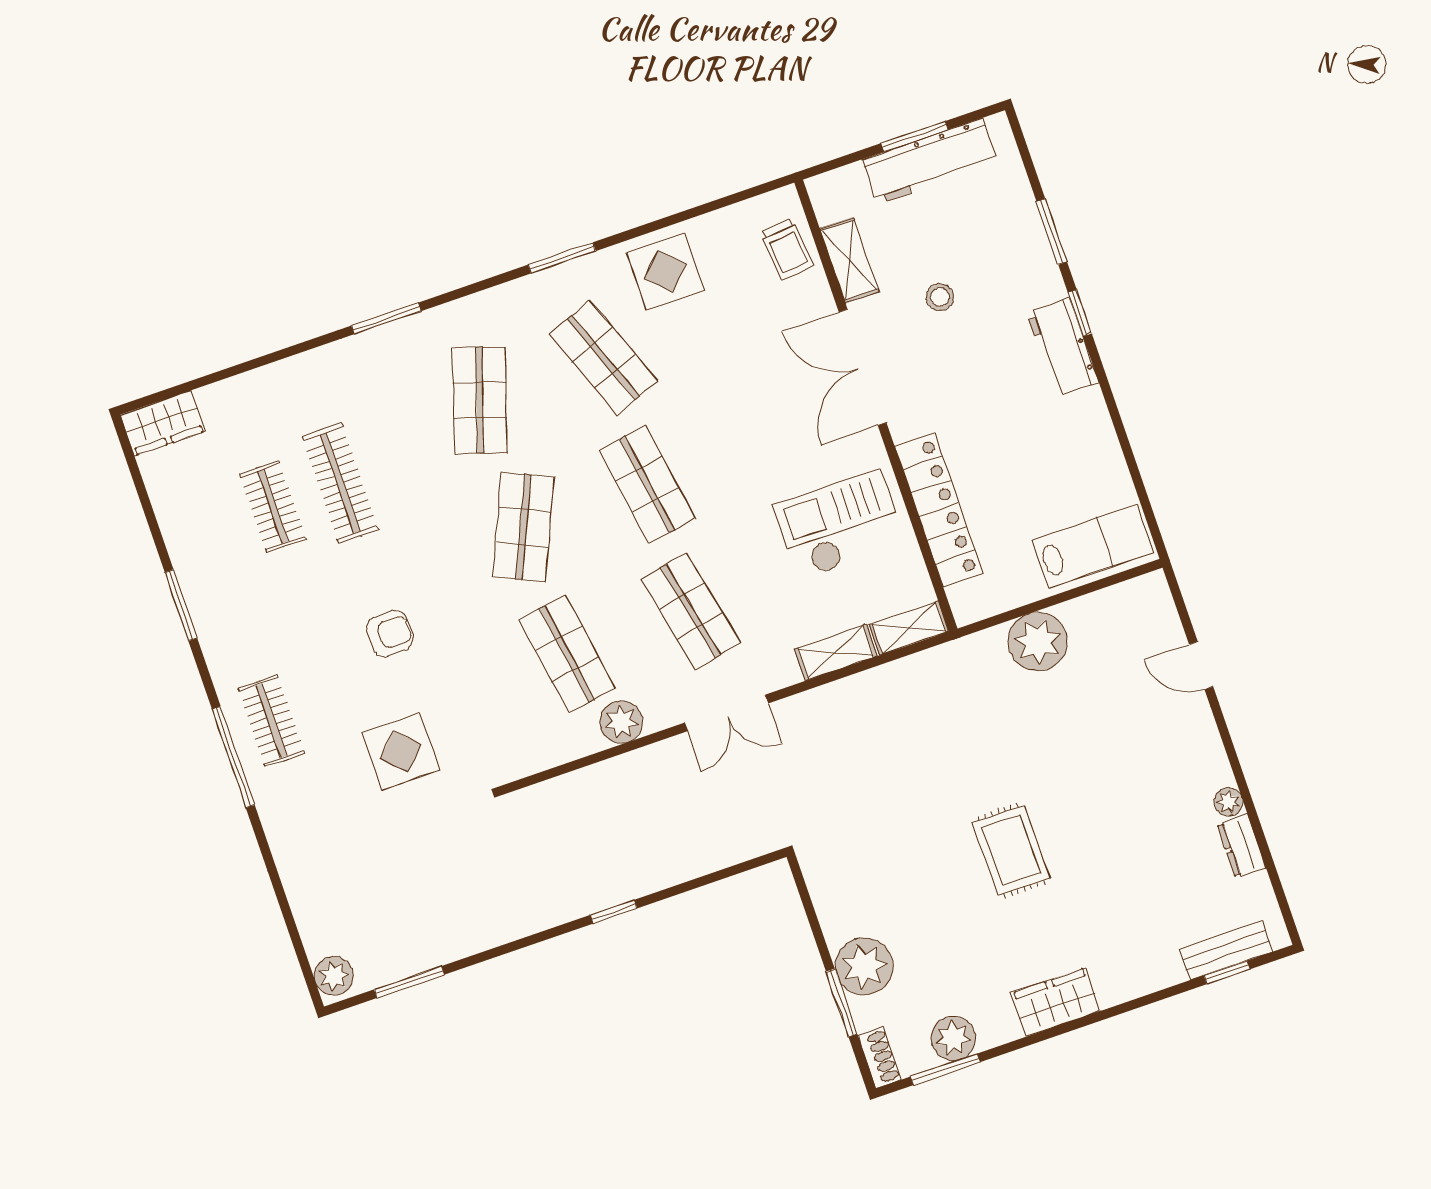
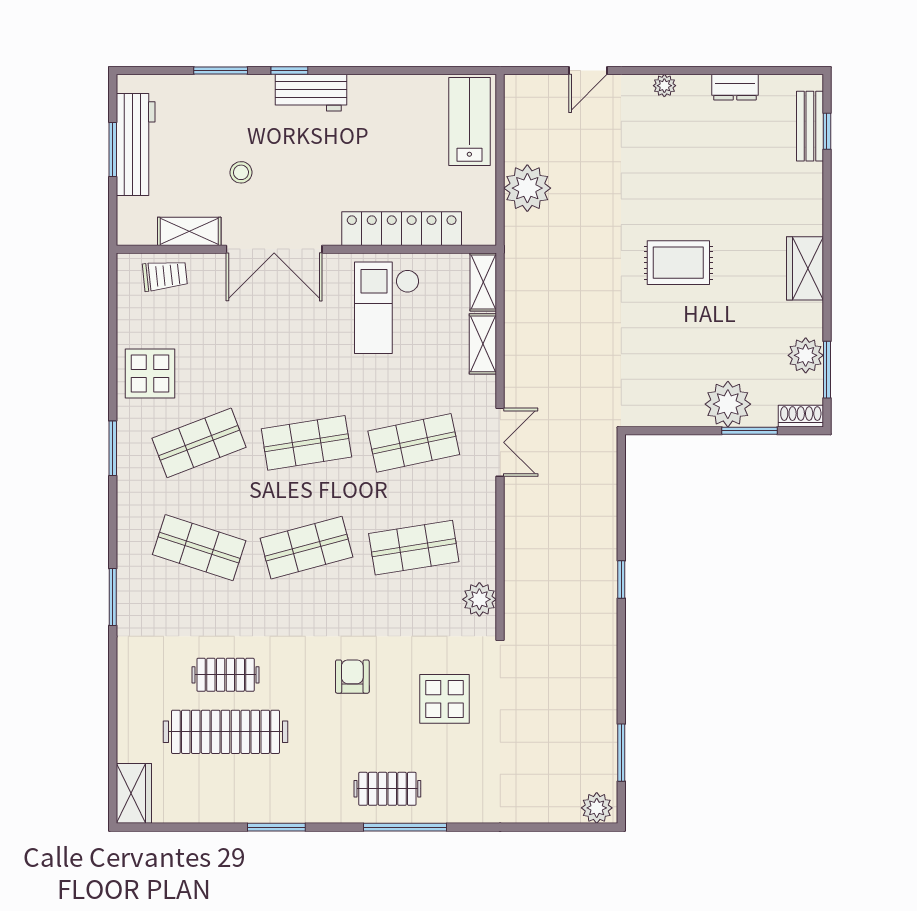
clothes rail: (340, 483) -> (226, 675), width x0.73
clothes rail: (273, 506) -> (226, 732), width x1.86, depth x1.31
shop shelf: (523, 527) -> (306, 548), turned -39
plant: (621, 722) -> (479, 599), moved
plant: (1228, 802) -> (664, 86), moved

